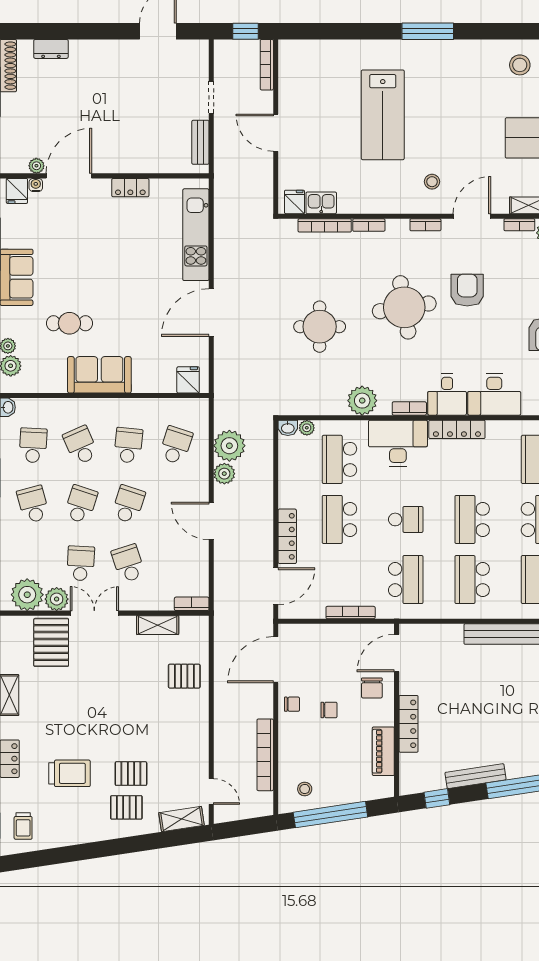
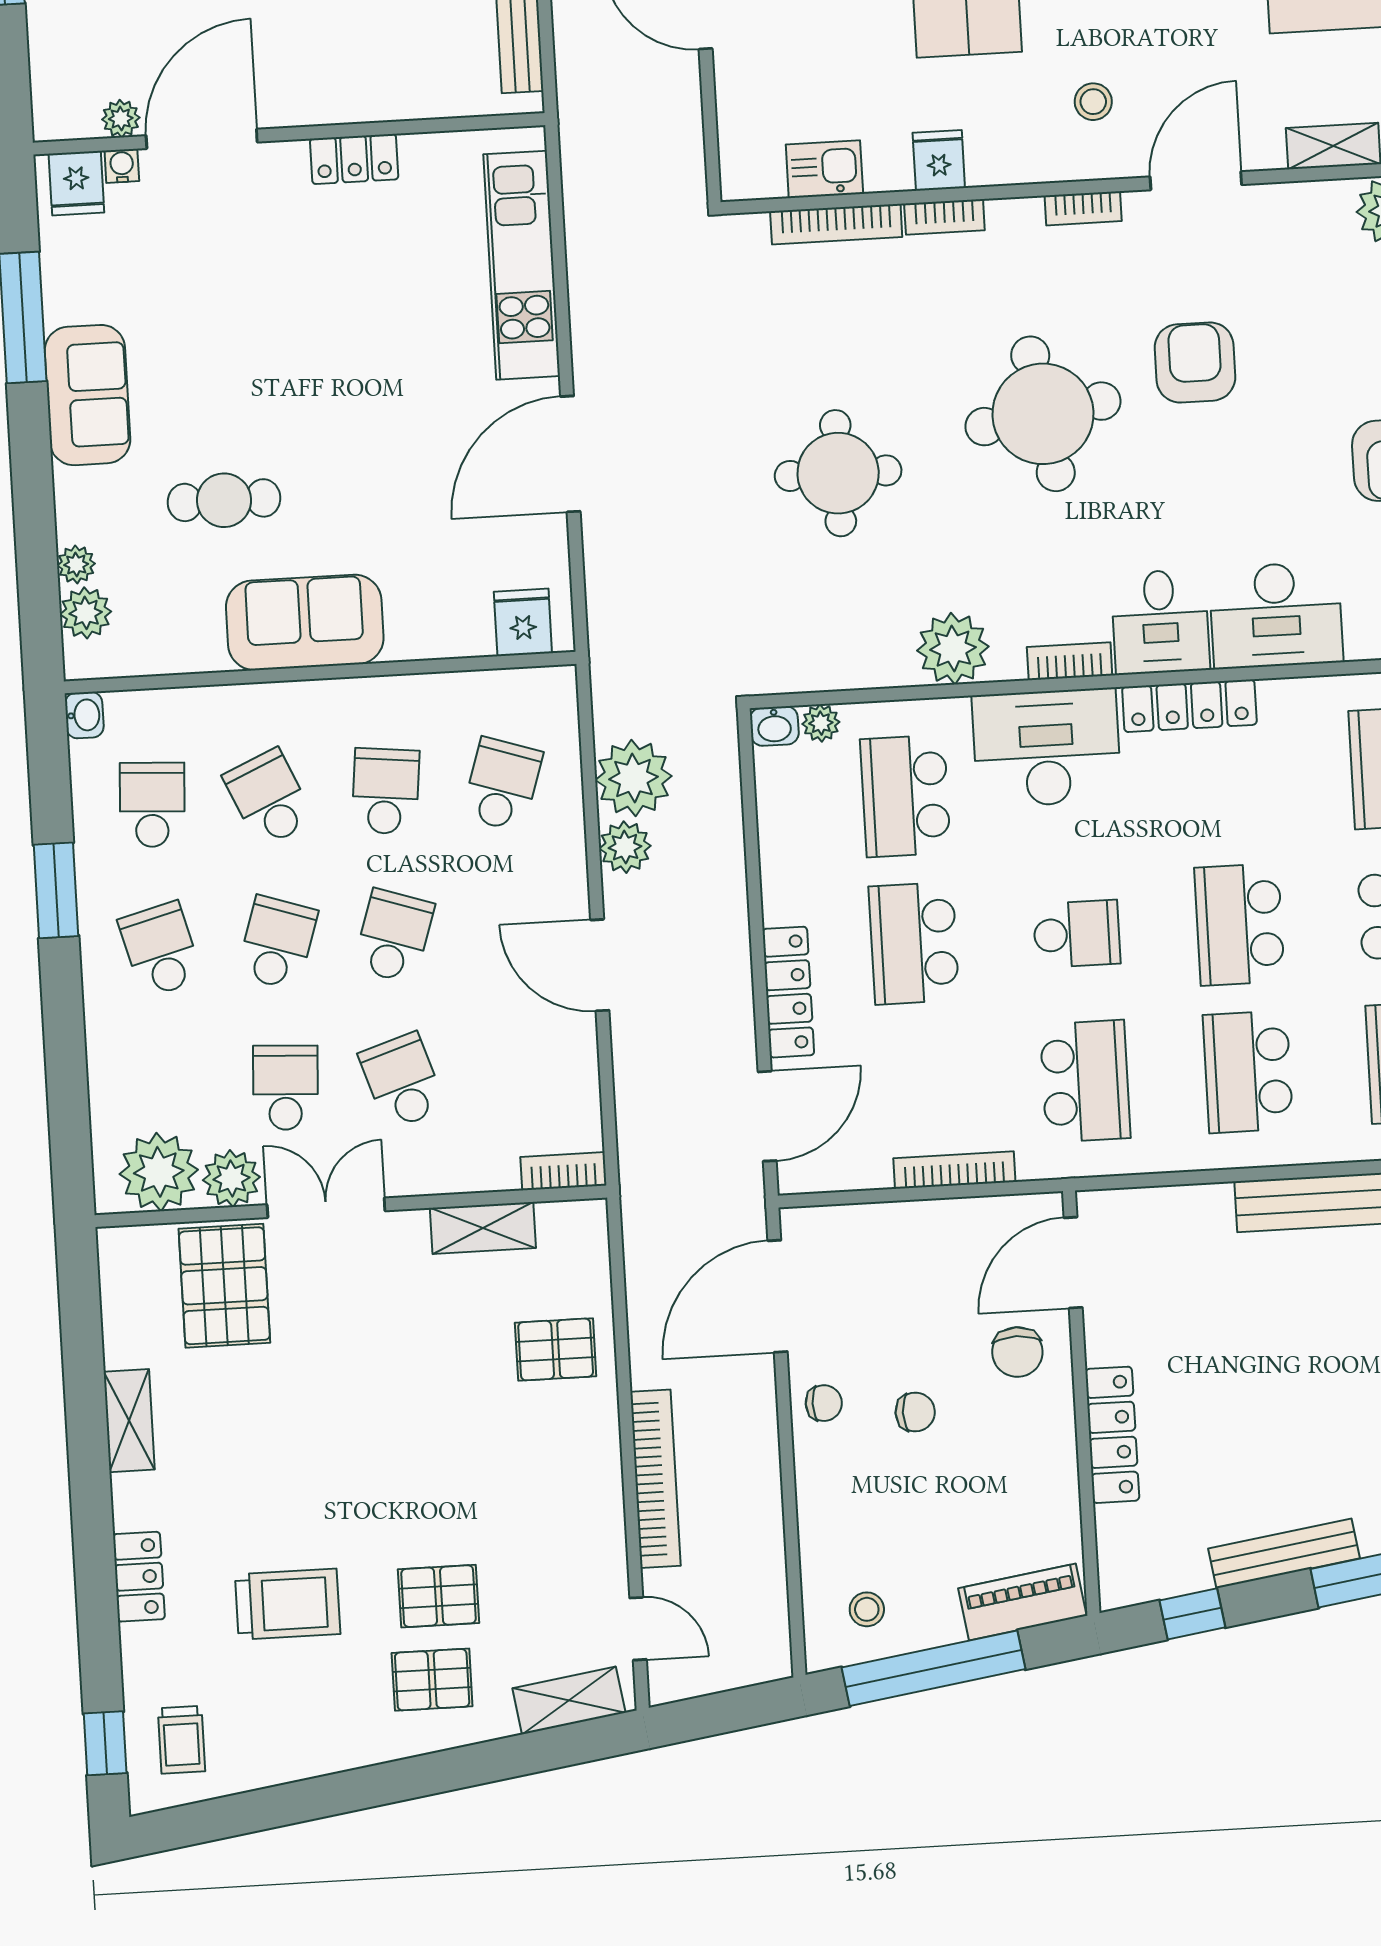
fridge: (294, 202) -> (939, 160), moved
bookcase: (519, 225) -> (1314, 195), removed
piano: (383, 751) -> (1022, 1602), moved, turned 81
bookcase: (265, 755) -> (655, 1479), moved, turned 180

